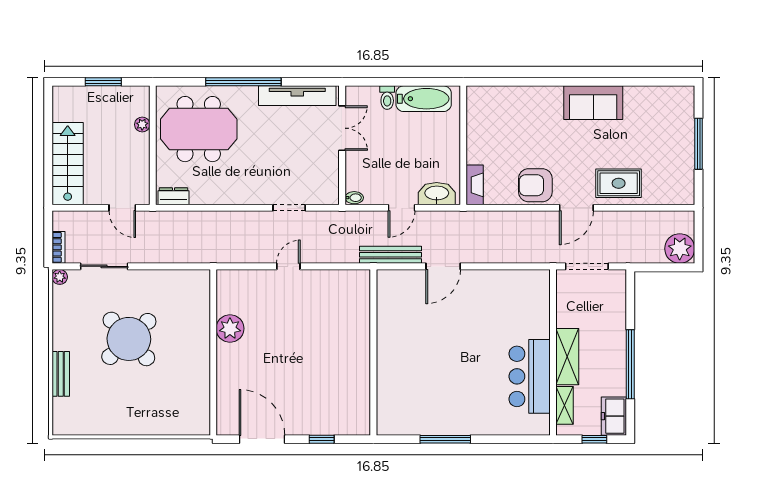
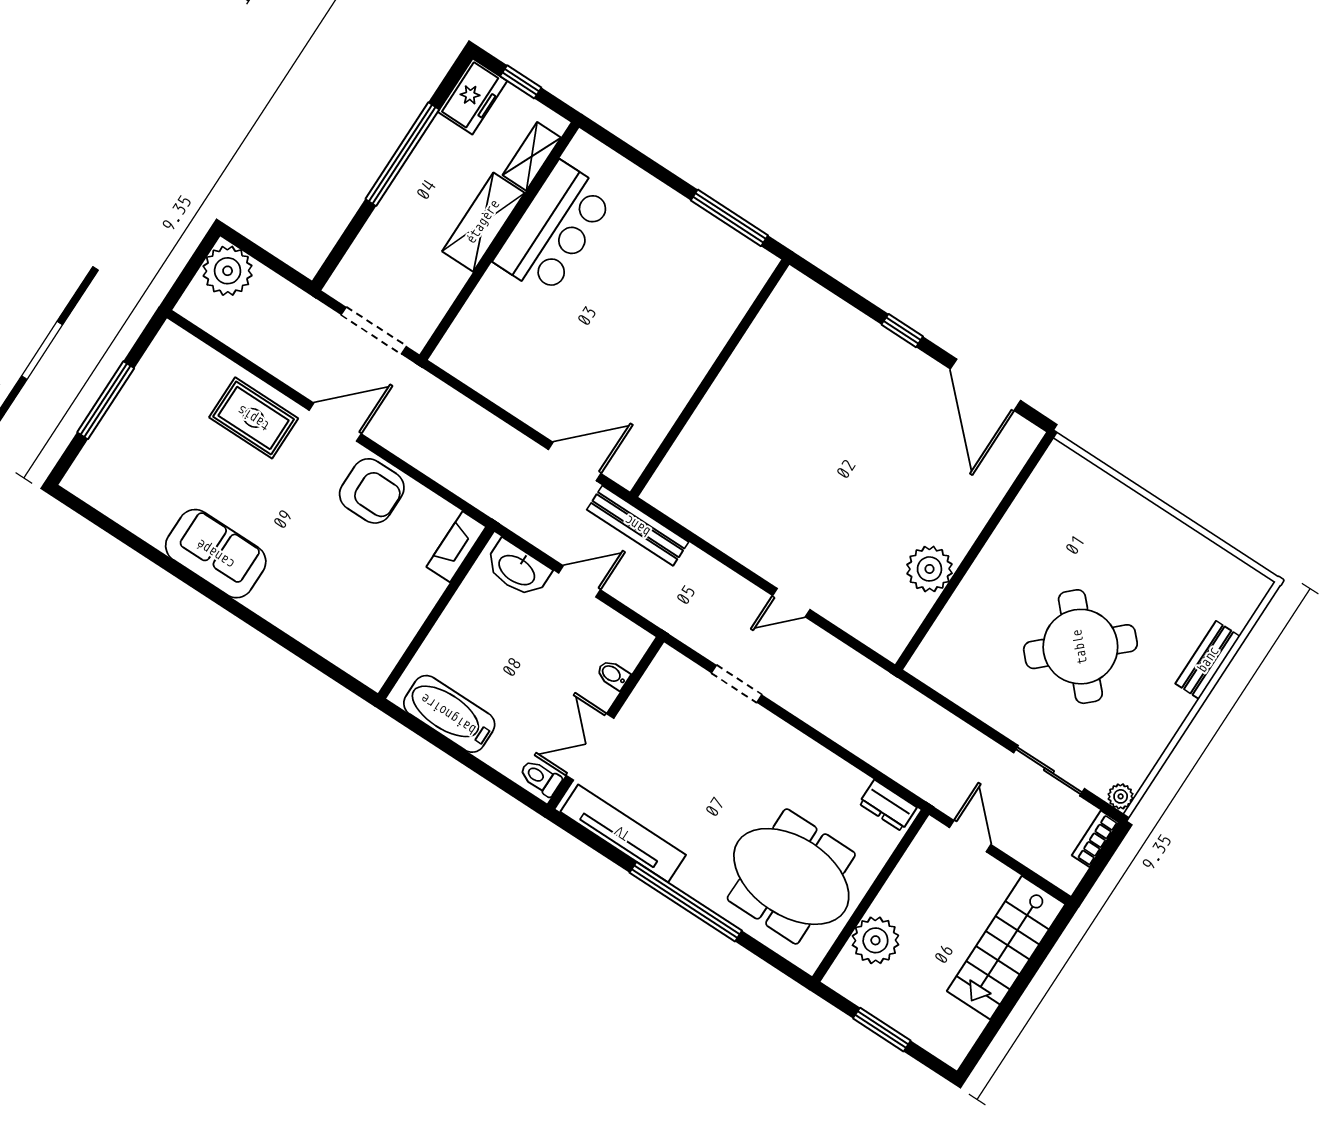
toilet: (387, 98) -> (540, 778), moved, turned -90
plant: (142, 125) -> (875, 940), width x1.88, depth x1.88
bidet: (354, 198) -> (613, 675), moved
wall: (373, 352) -> (710, 378), moved

